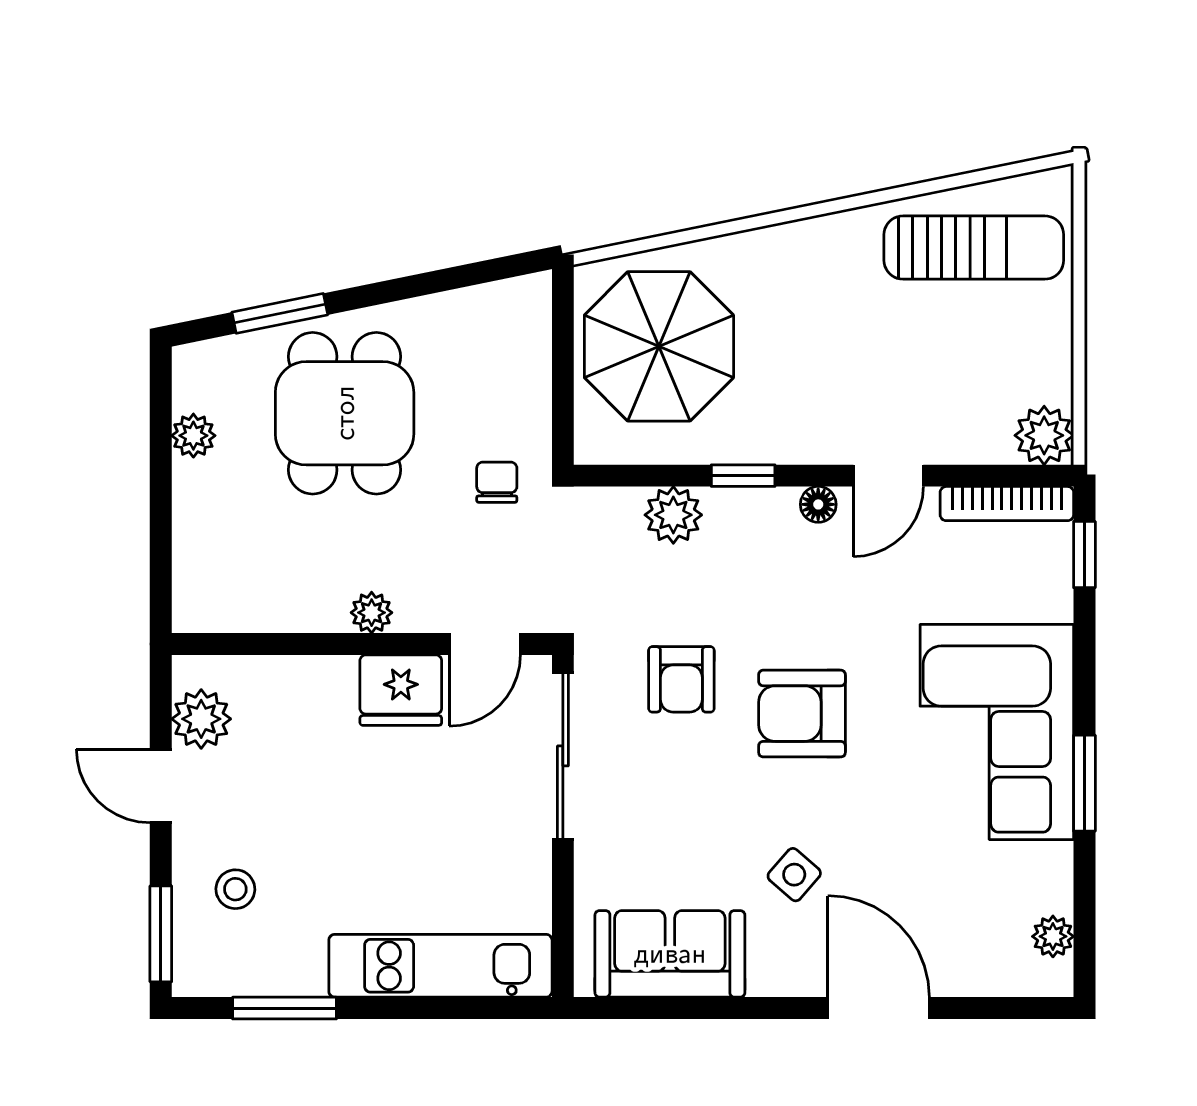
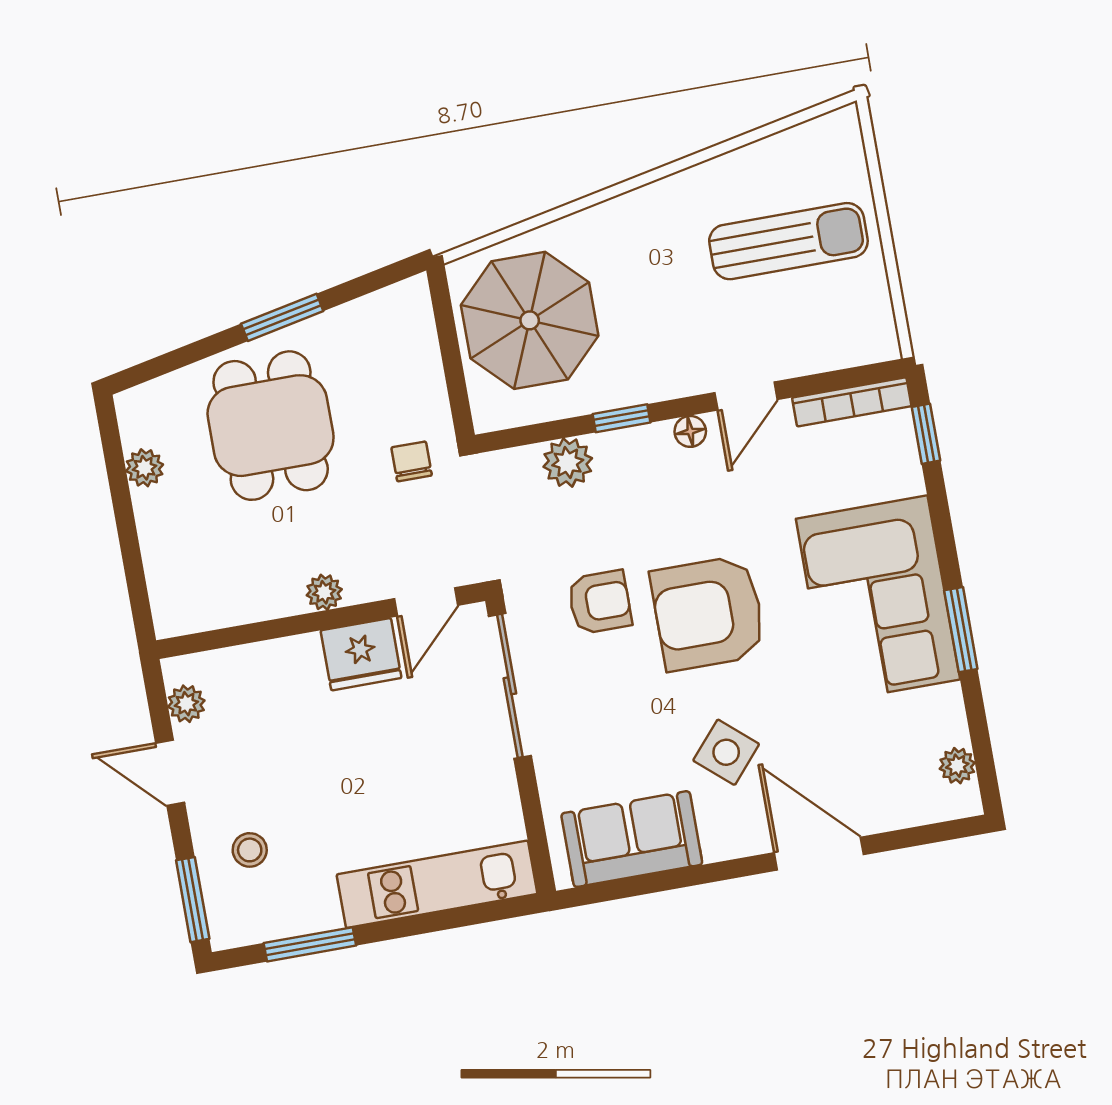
sun lounger: (974, 248) -> (788, 241), moved
window: (280, 313) -> (282, 317), moved
plant: (1044, 435) -> (873, 338), removed
armchair: (681, 679) -> (600, 602), turned -90
armchair: (802, 714) -> (708, 613), width x1.36, depth x1.36
plant: (201, 719) -> (186, 704), width x0.73, depth x0.73
side table: (794, 875) -> (726, 752), width x1.37, depth x1.37

